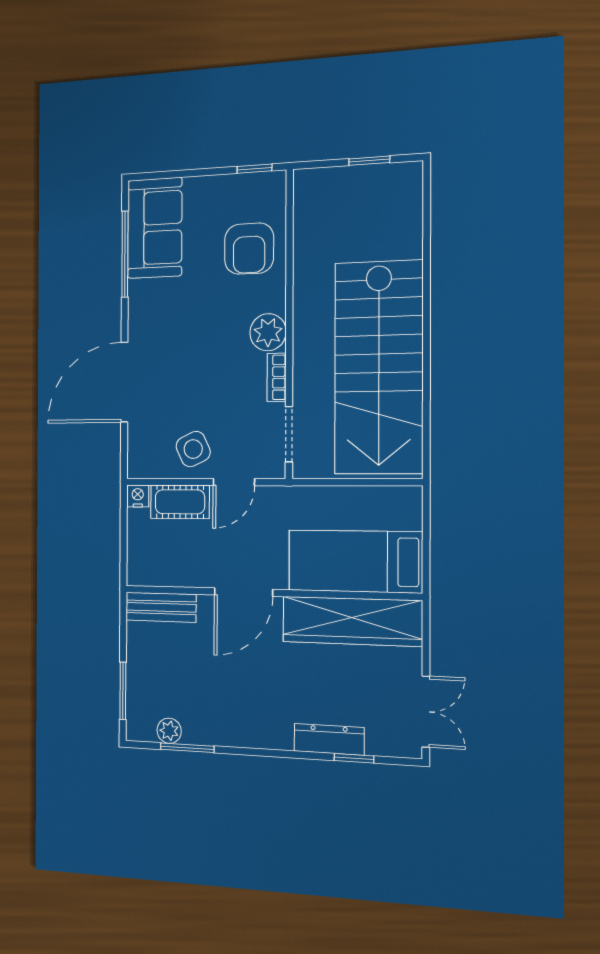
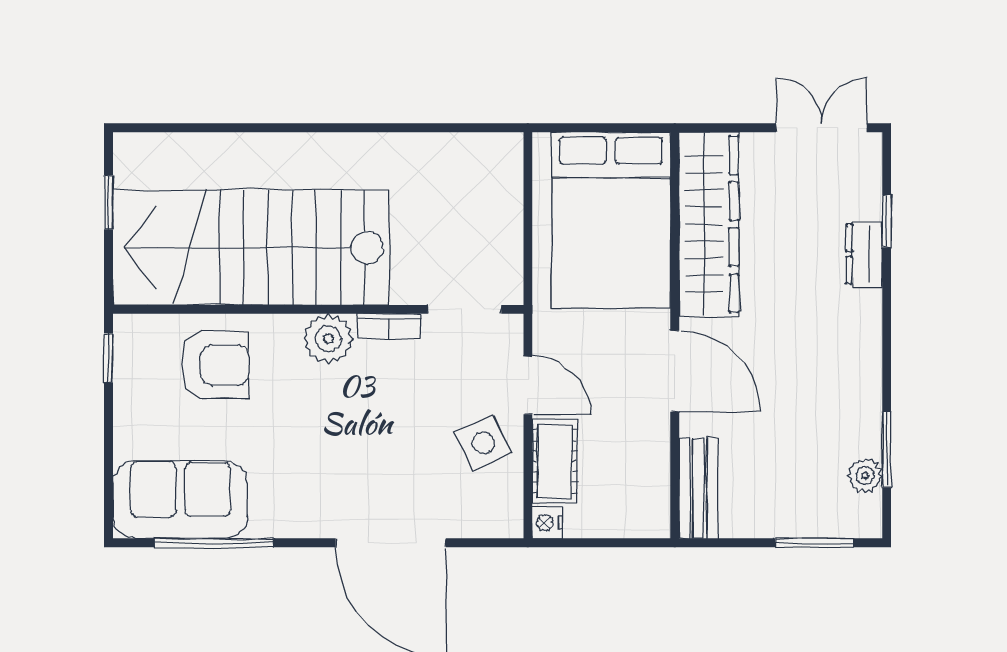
stairs: (379, 367) -> (251, 248), moved, turned 180
bed: (355, 561) -> (611, 220), width x1.50
dresser: (329, 739) -> (864, 254), width x0.70

